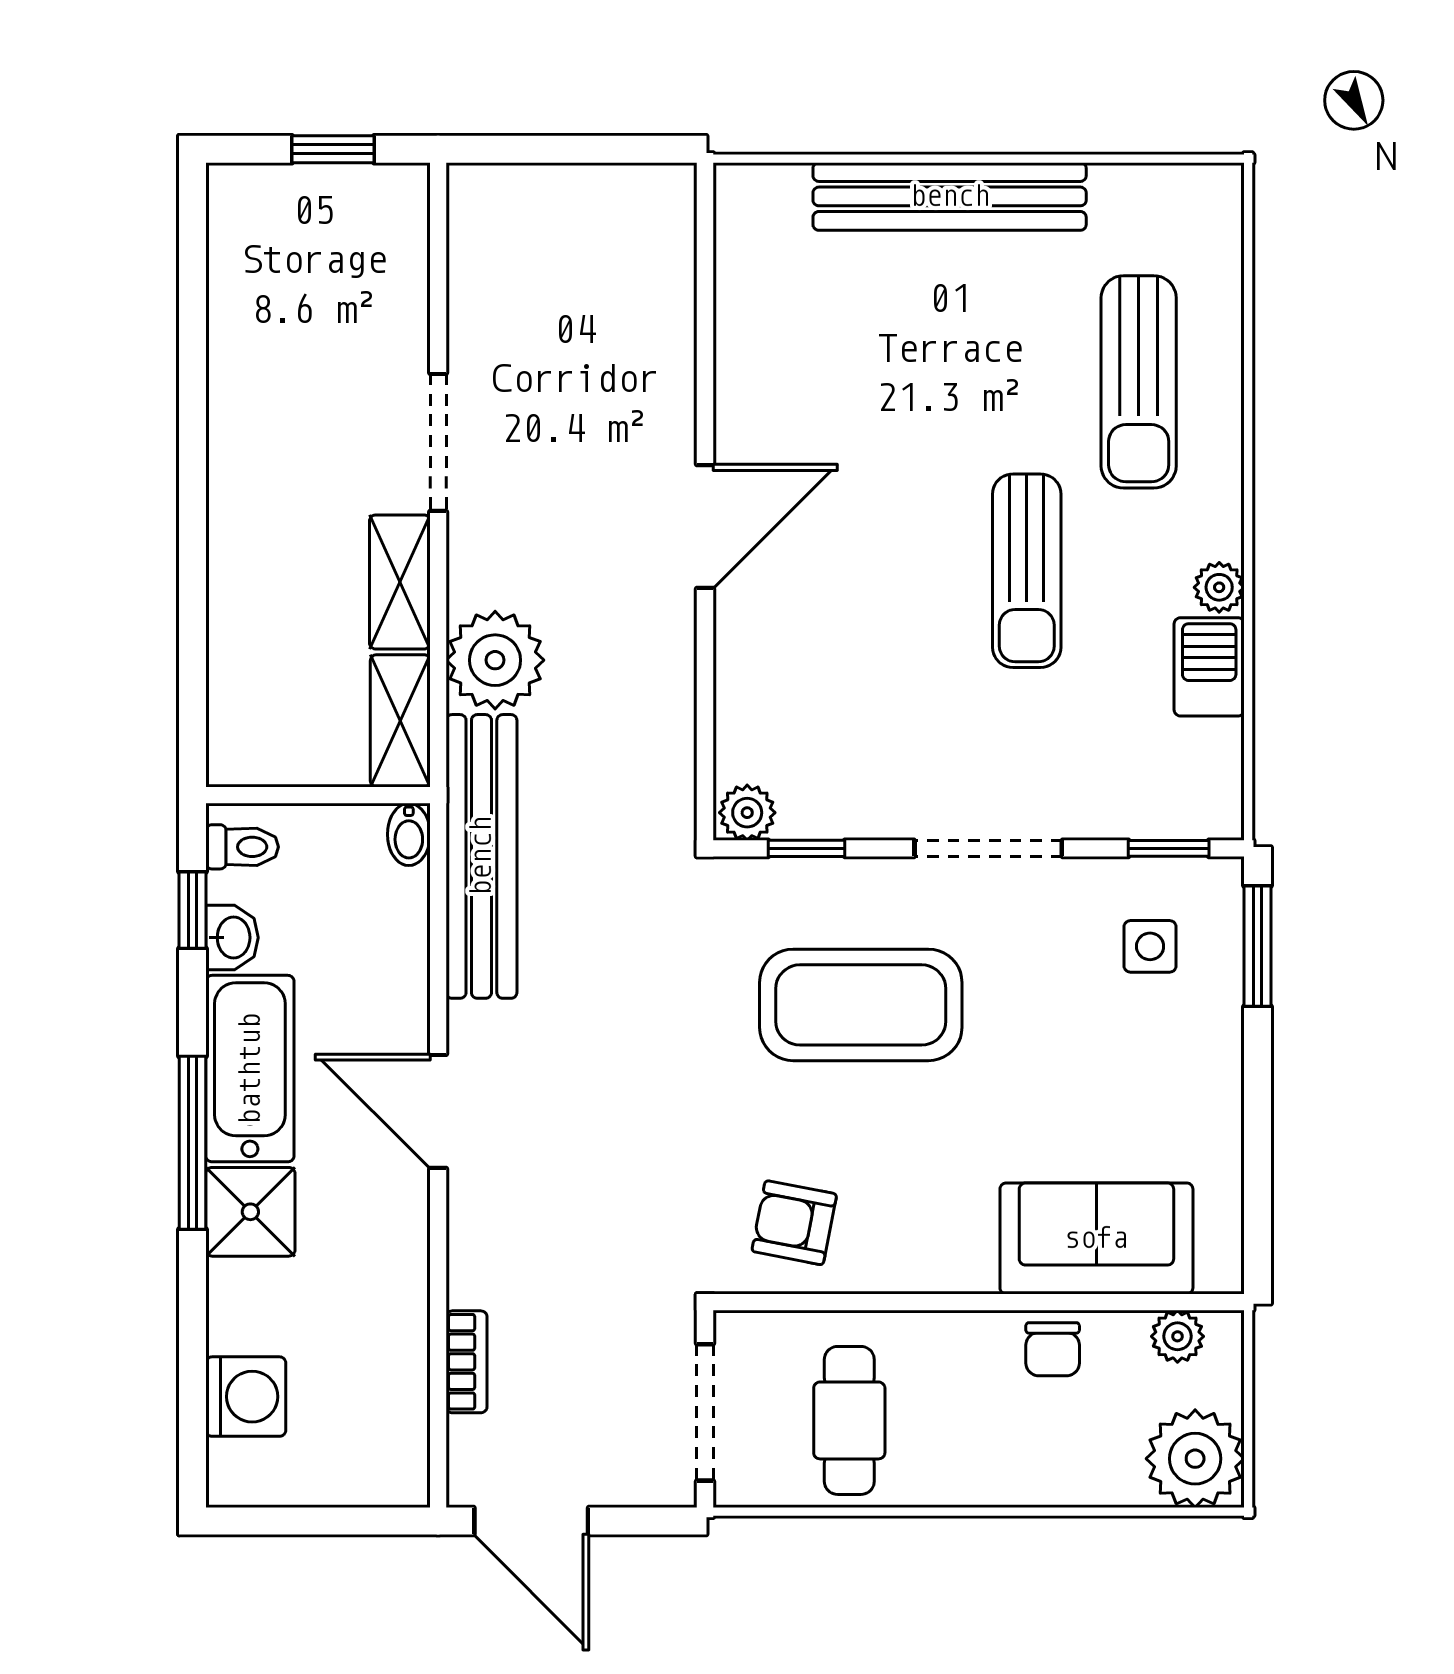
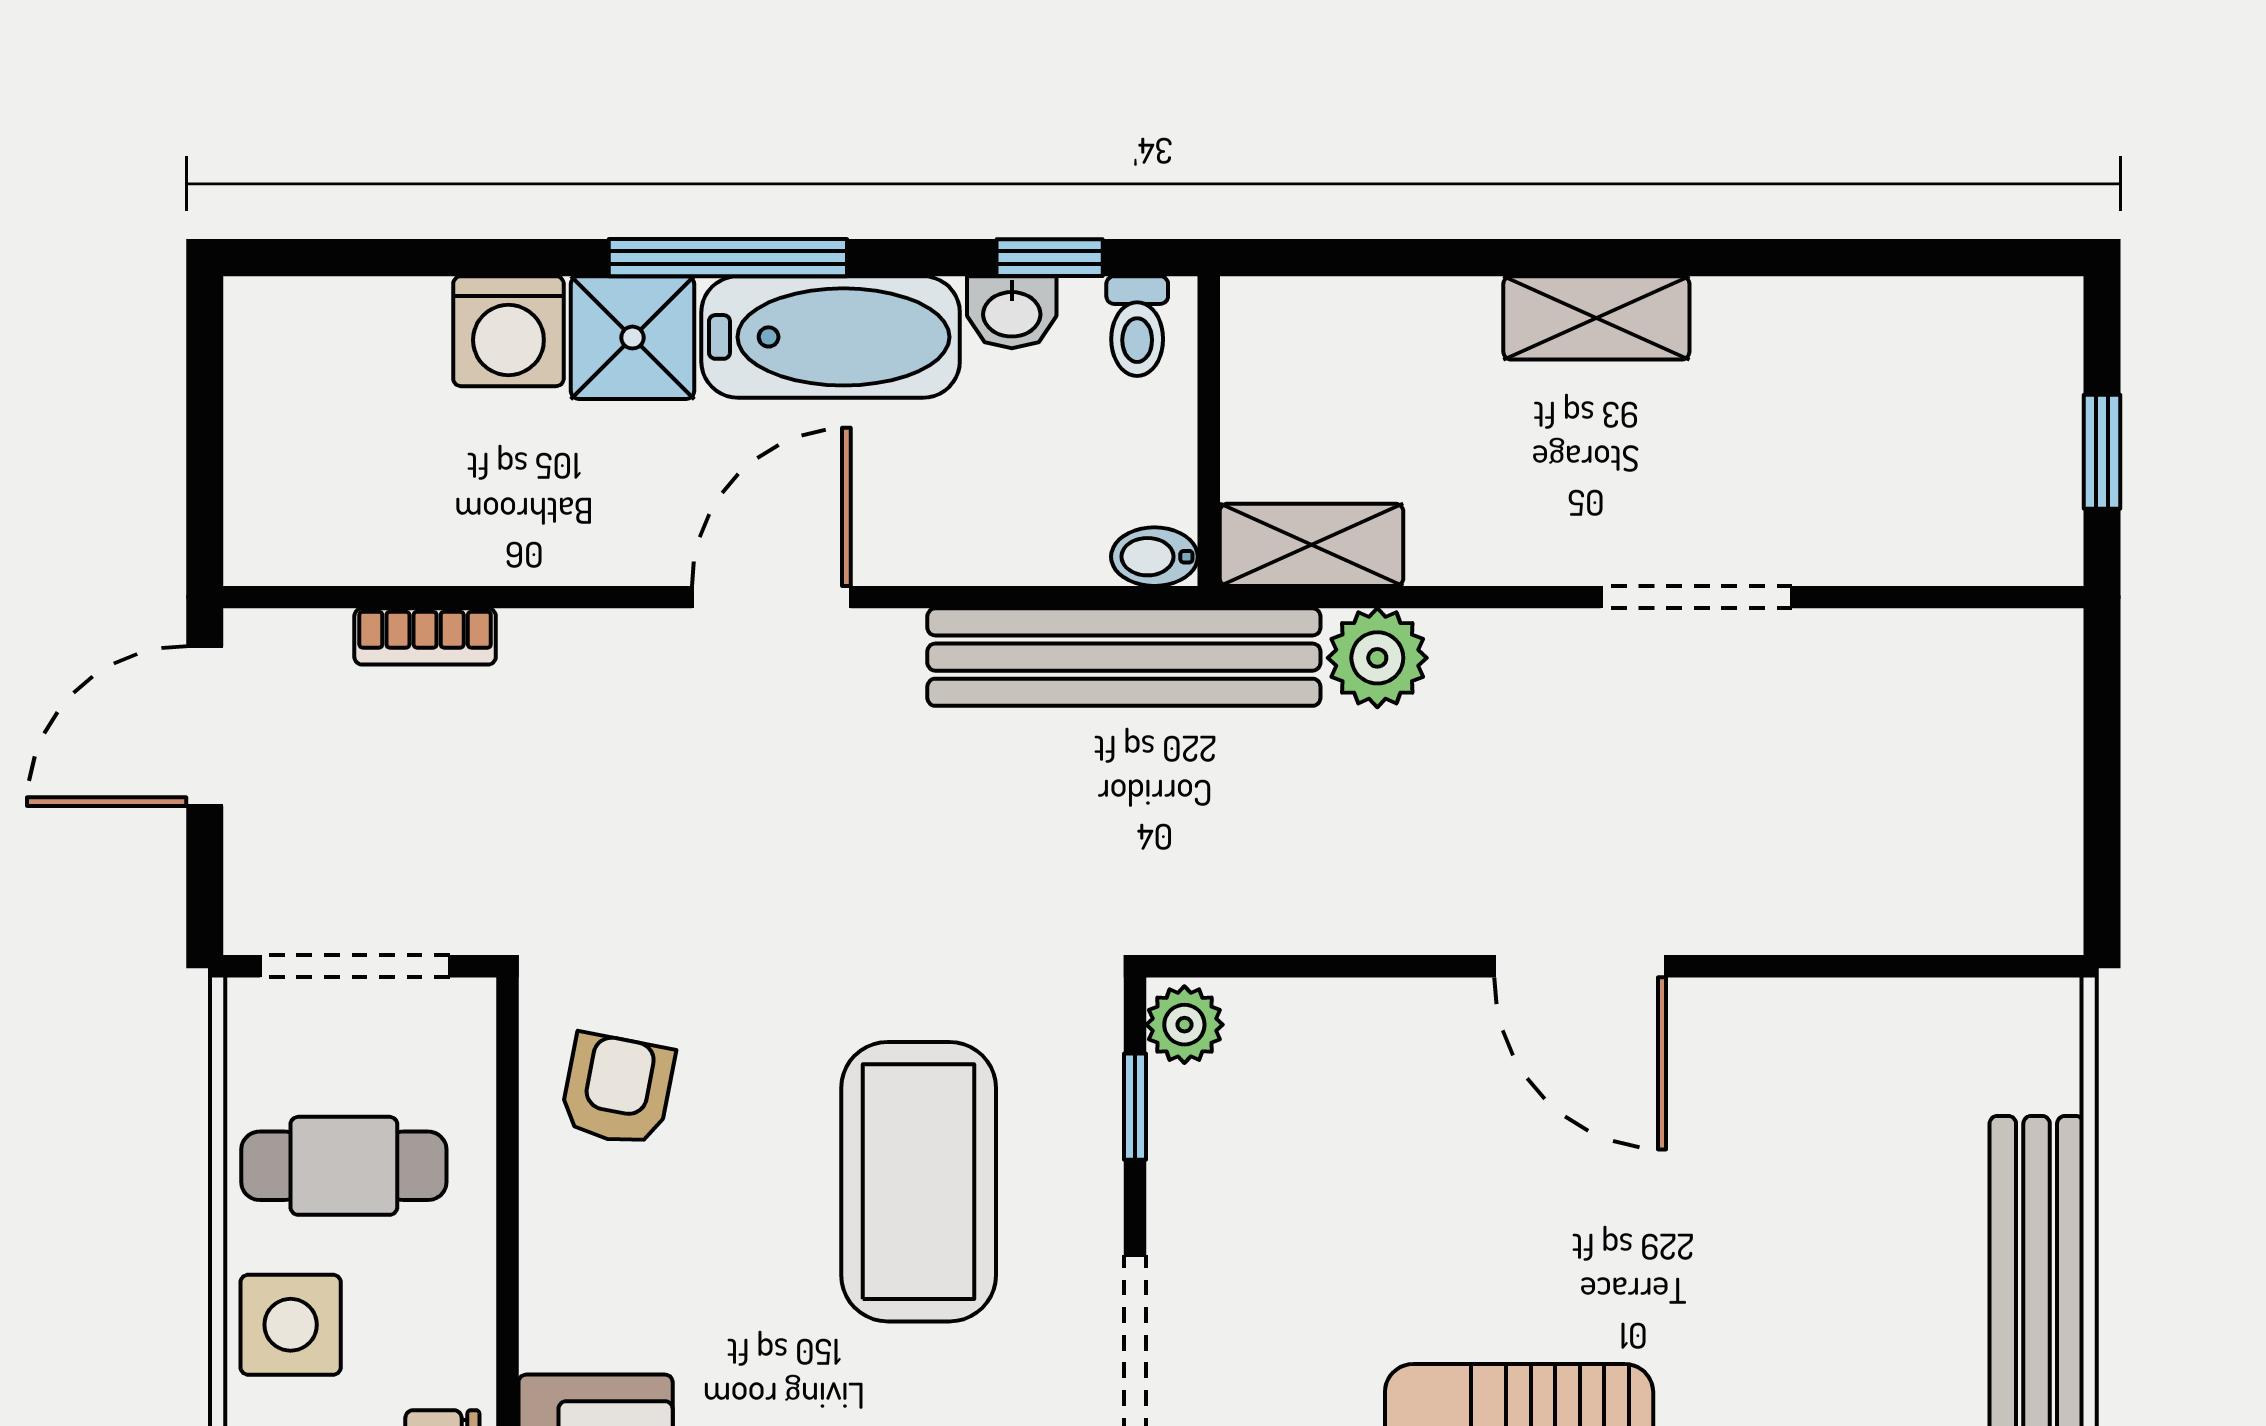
shelving: (400, 582) -> (1596, 318), moved
plant: (495, 660) -> (1377, 658), width x0.73, depth x0.73
washing machine: (246, 1397) -> (508, 331), moved
side table: (964, 1459) -> (291, 1325), added

